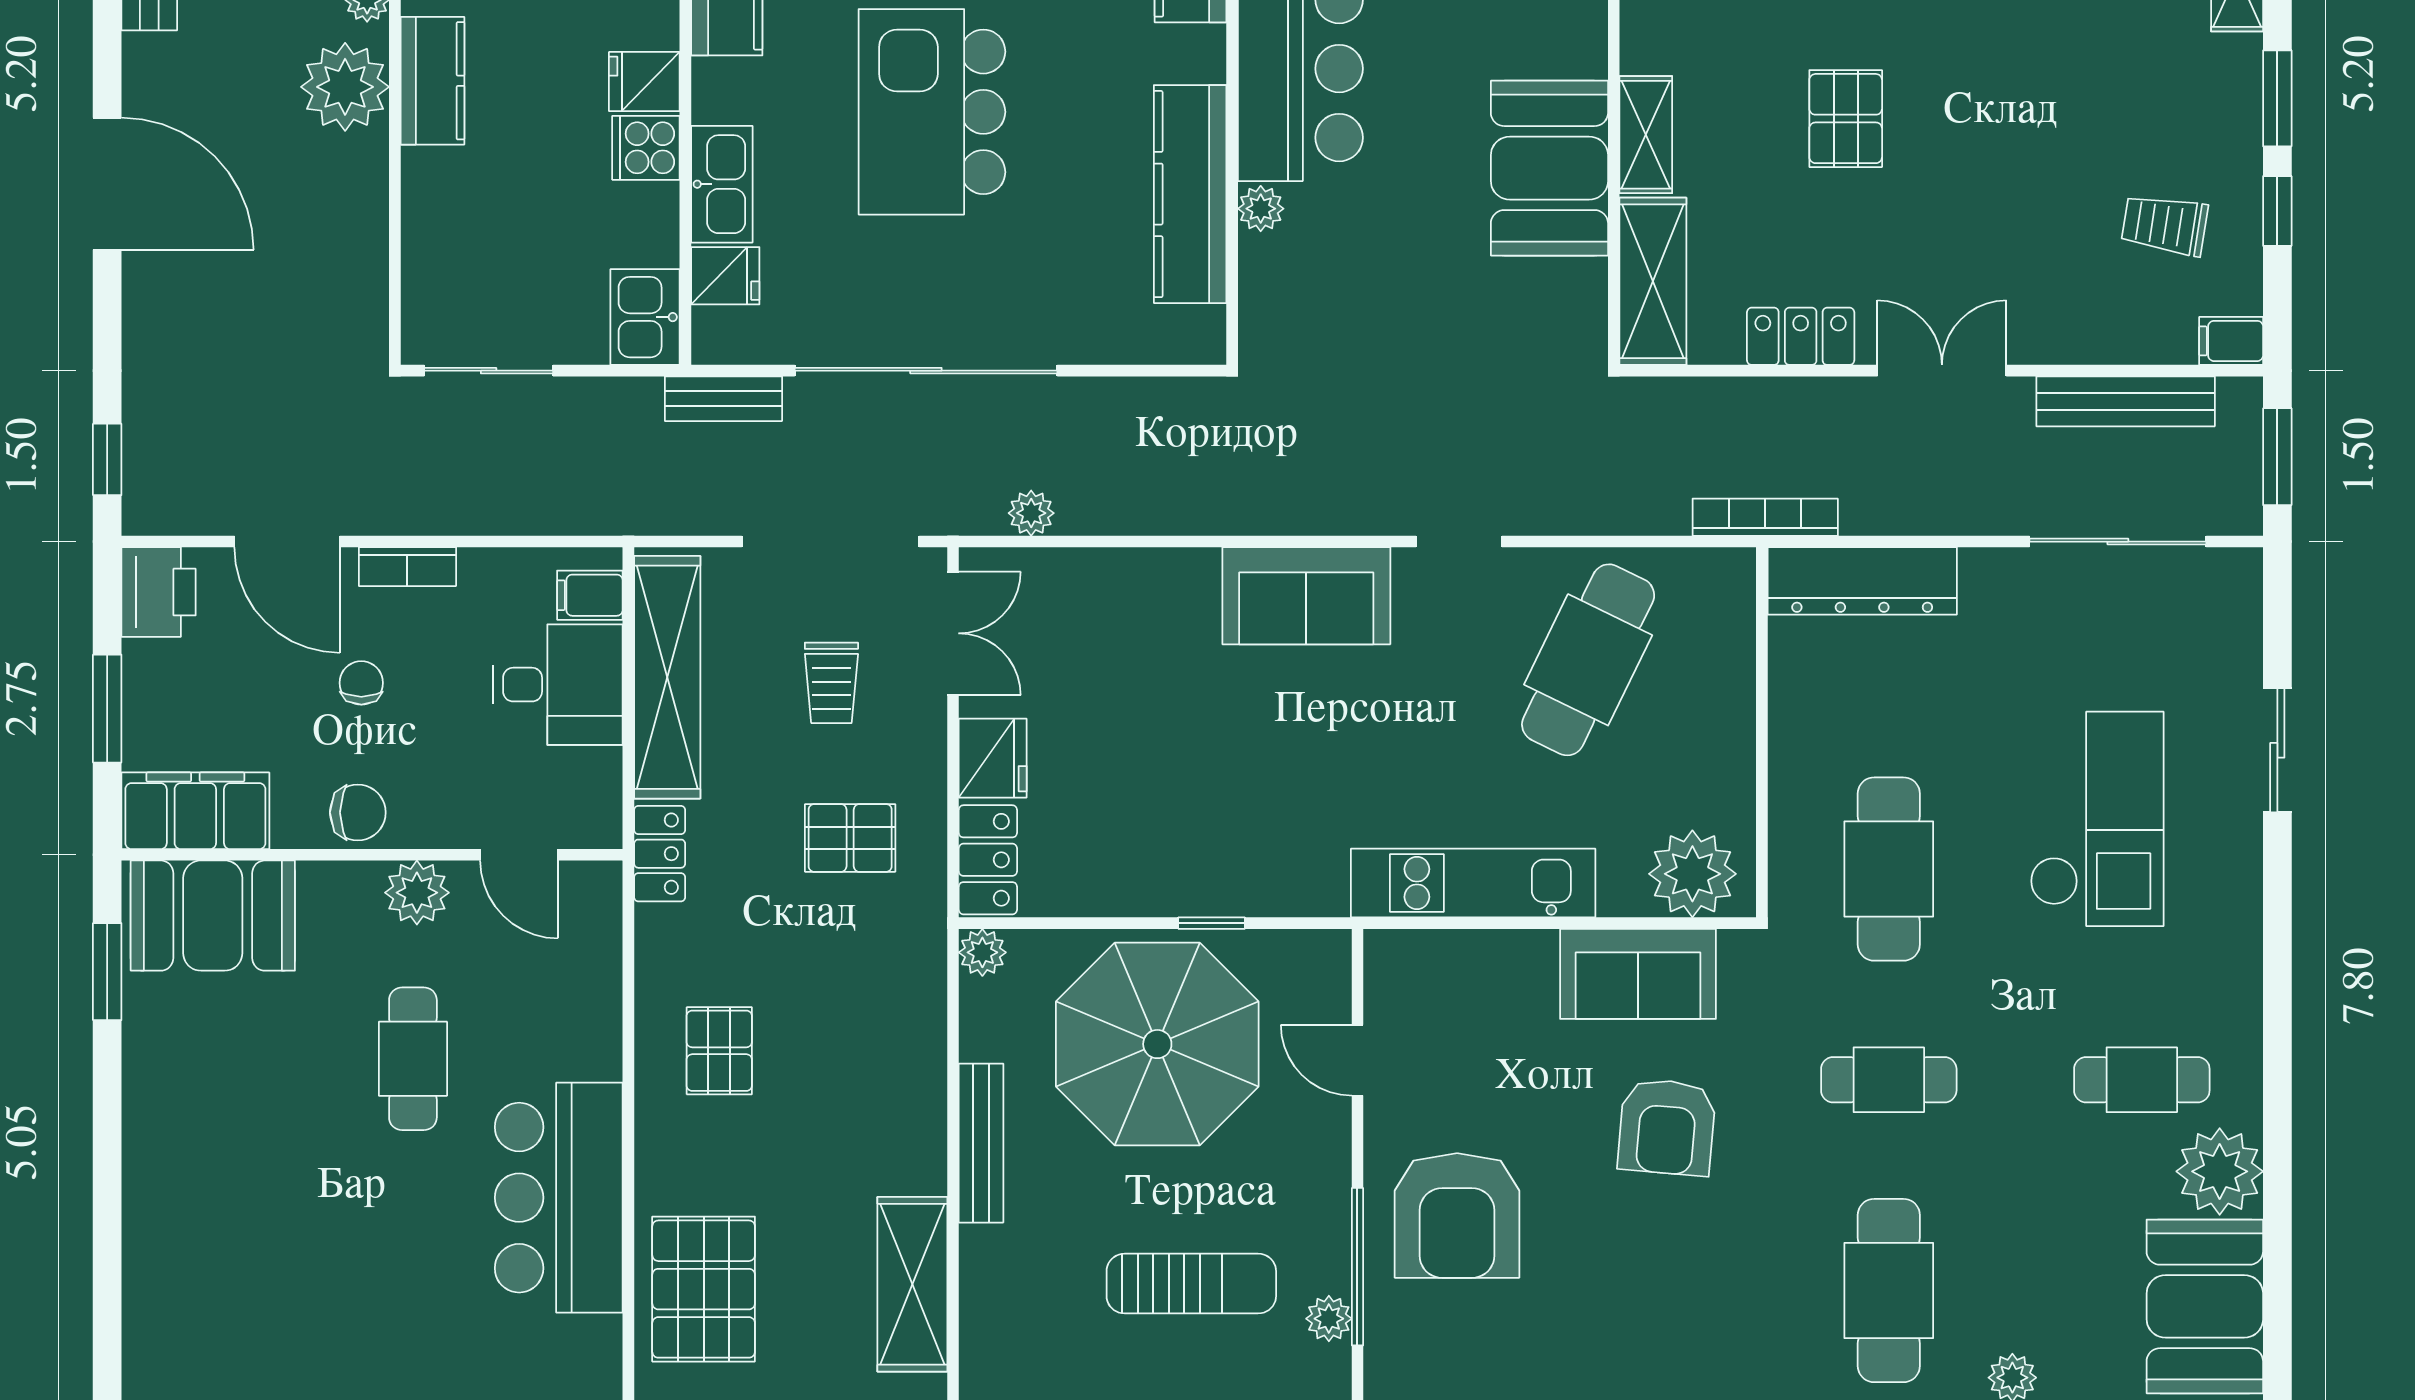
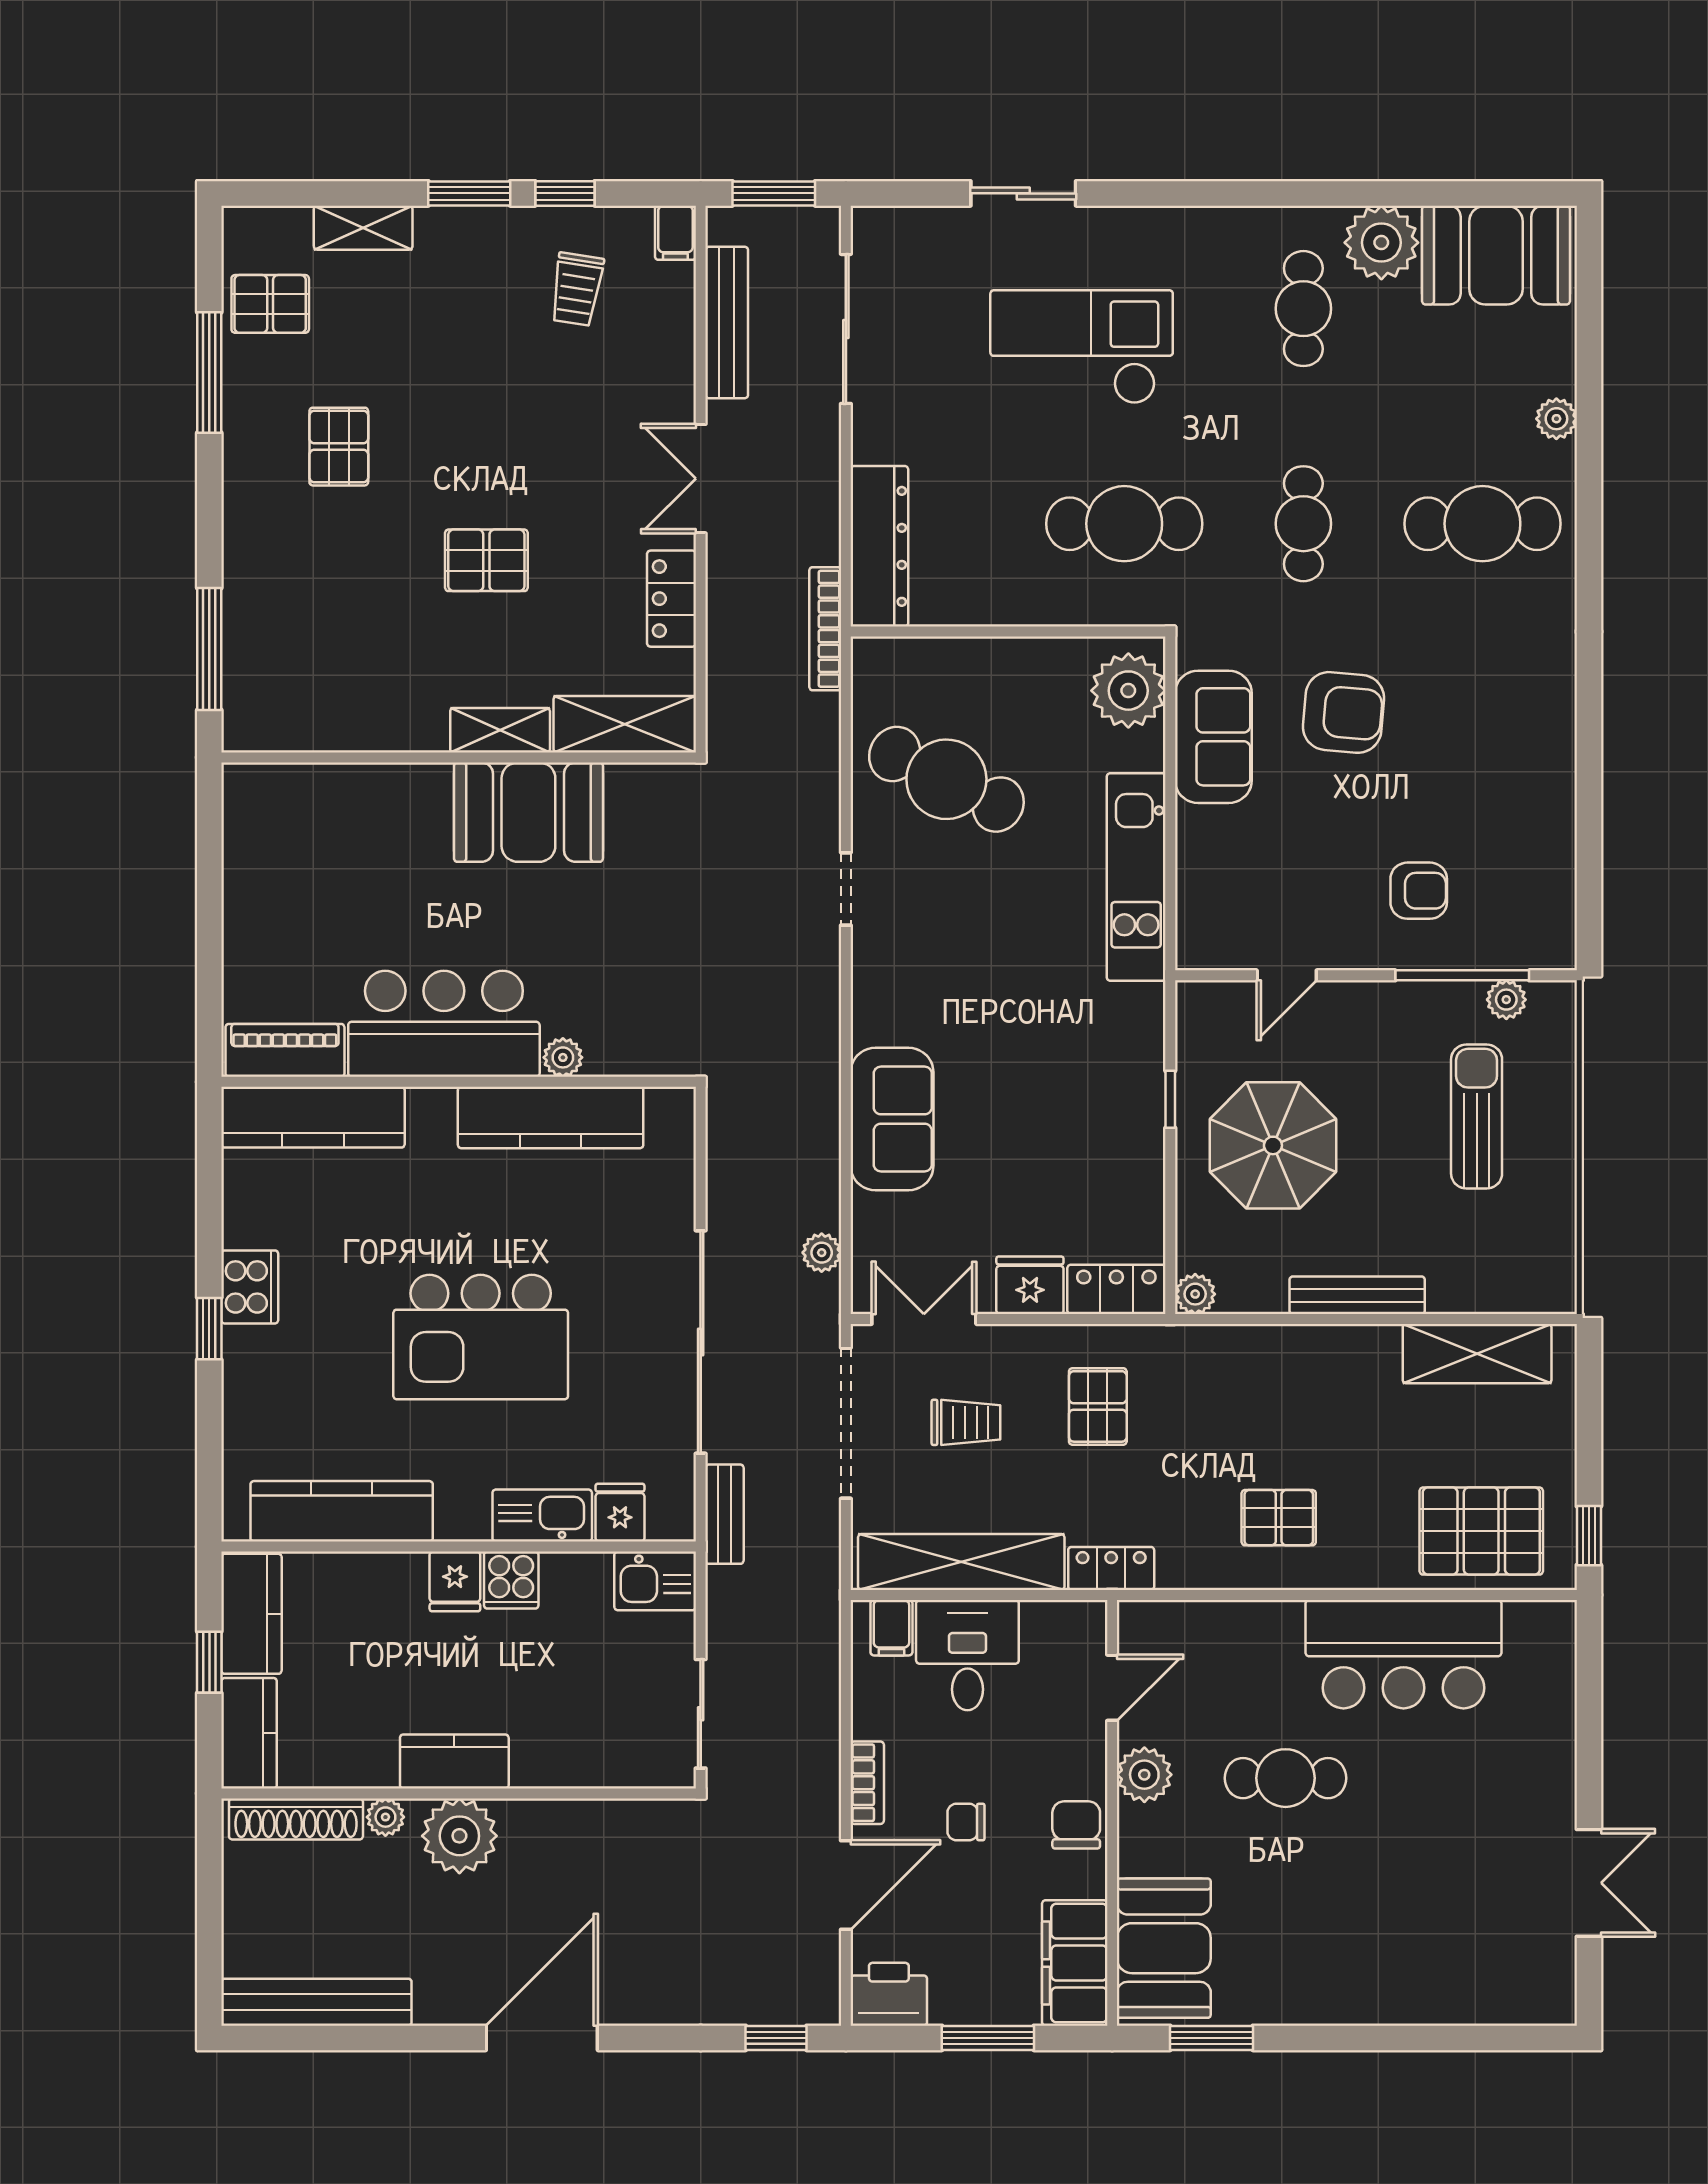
sofa: (1306, 596) -> (892, 1119), moved
parasol: (1157, 1044) -> (1273, 1145), width x0.73, depth x0.73
armchair: (1457, 1215) -> (1419, 891), width x0.53, depth x0.53

